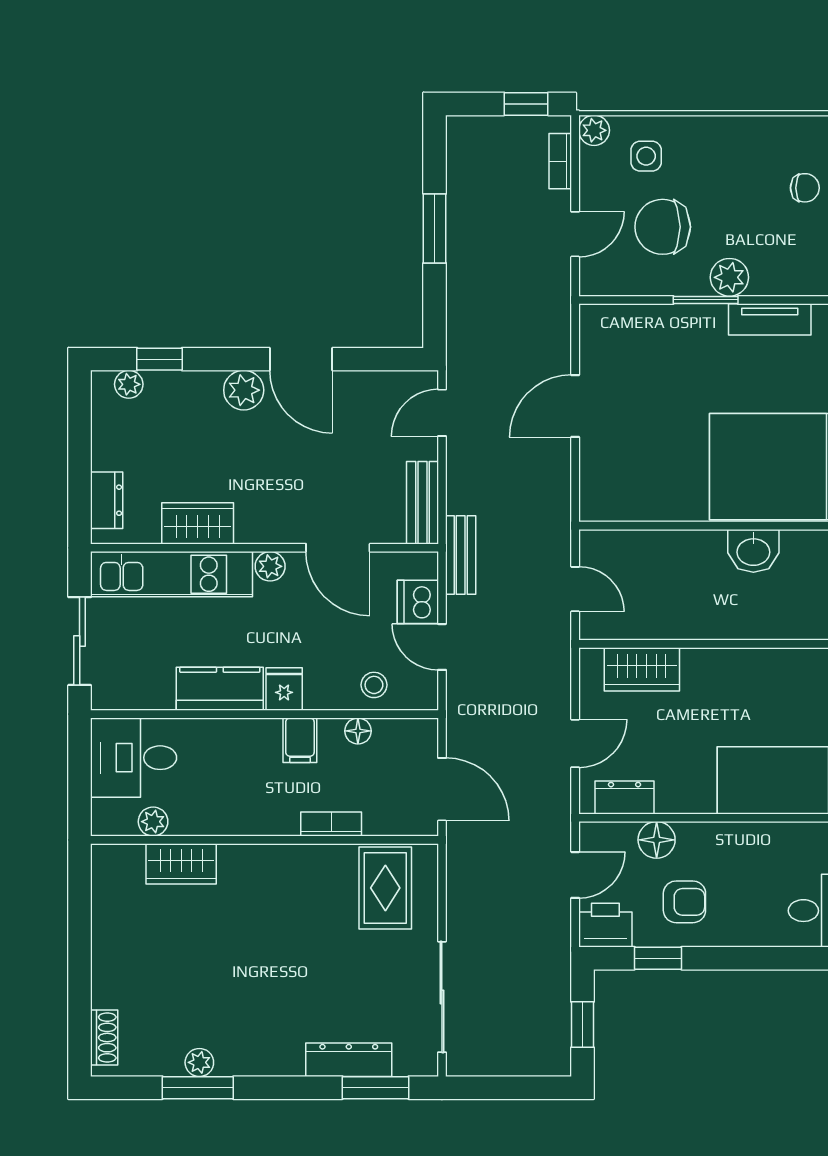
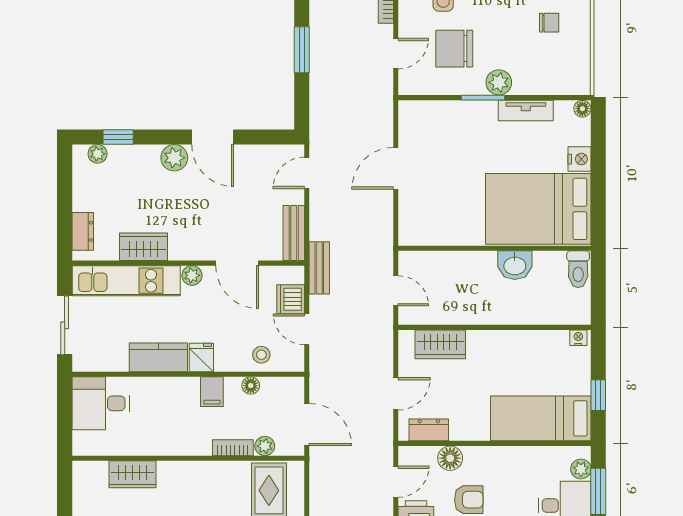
plant: (153, 822) -> (265, 446), moved

